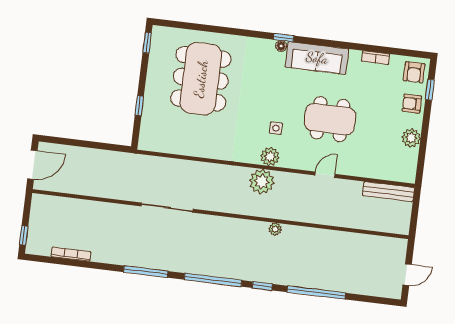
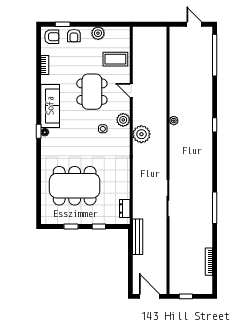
window: (147, 43) -> (71, 227), moved
dresser: (160, 145) -> (125, 208), added
plant: (270, 156) -> (123, 120), moved
coffee table: (372, 158) -> (115, 59), added
bench: (388, 192) -> (138, 237), moved
window: (24, 235) -> (186, 296), moved
window: (213, 280) -> (215, 160), removed
window: (316, 293) -> (215, 55), moved

